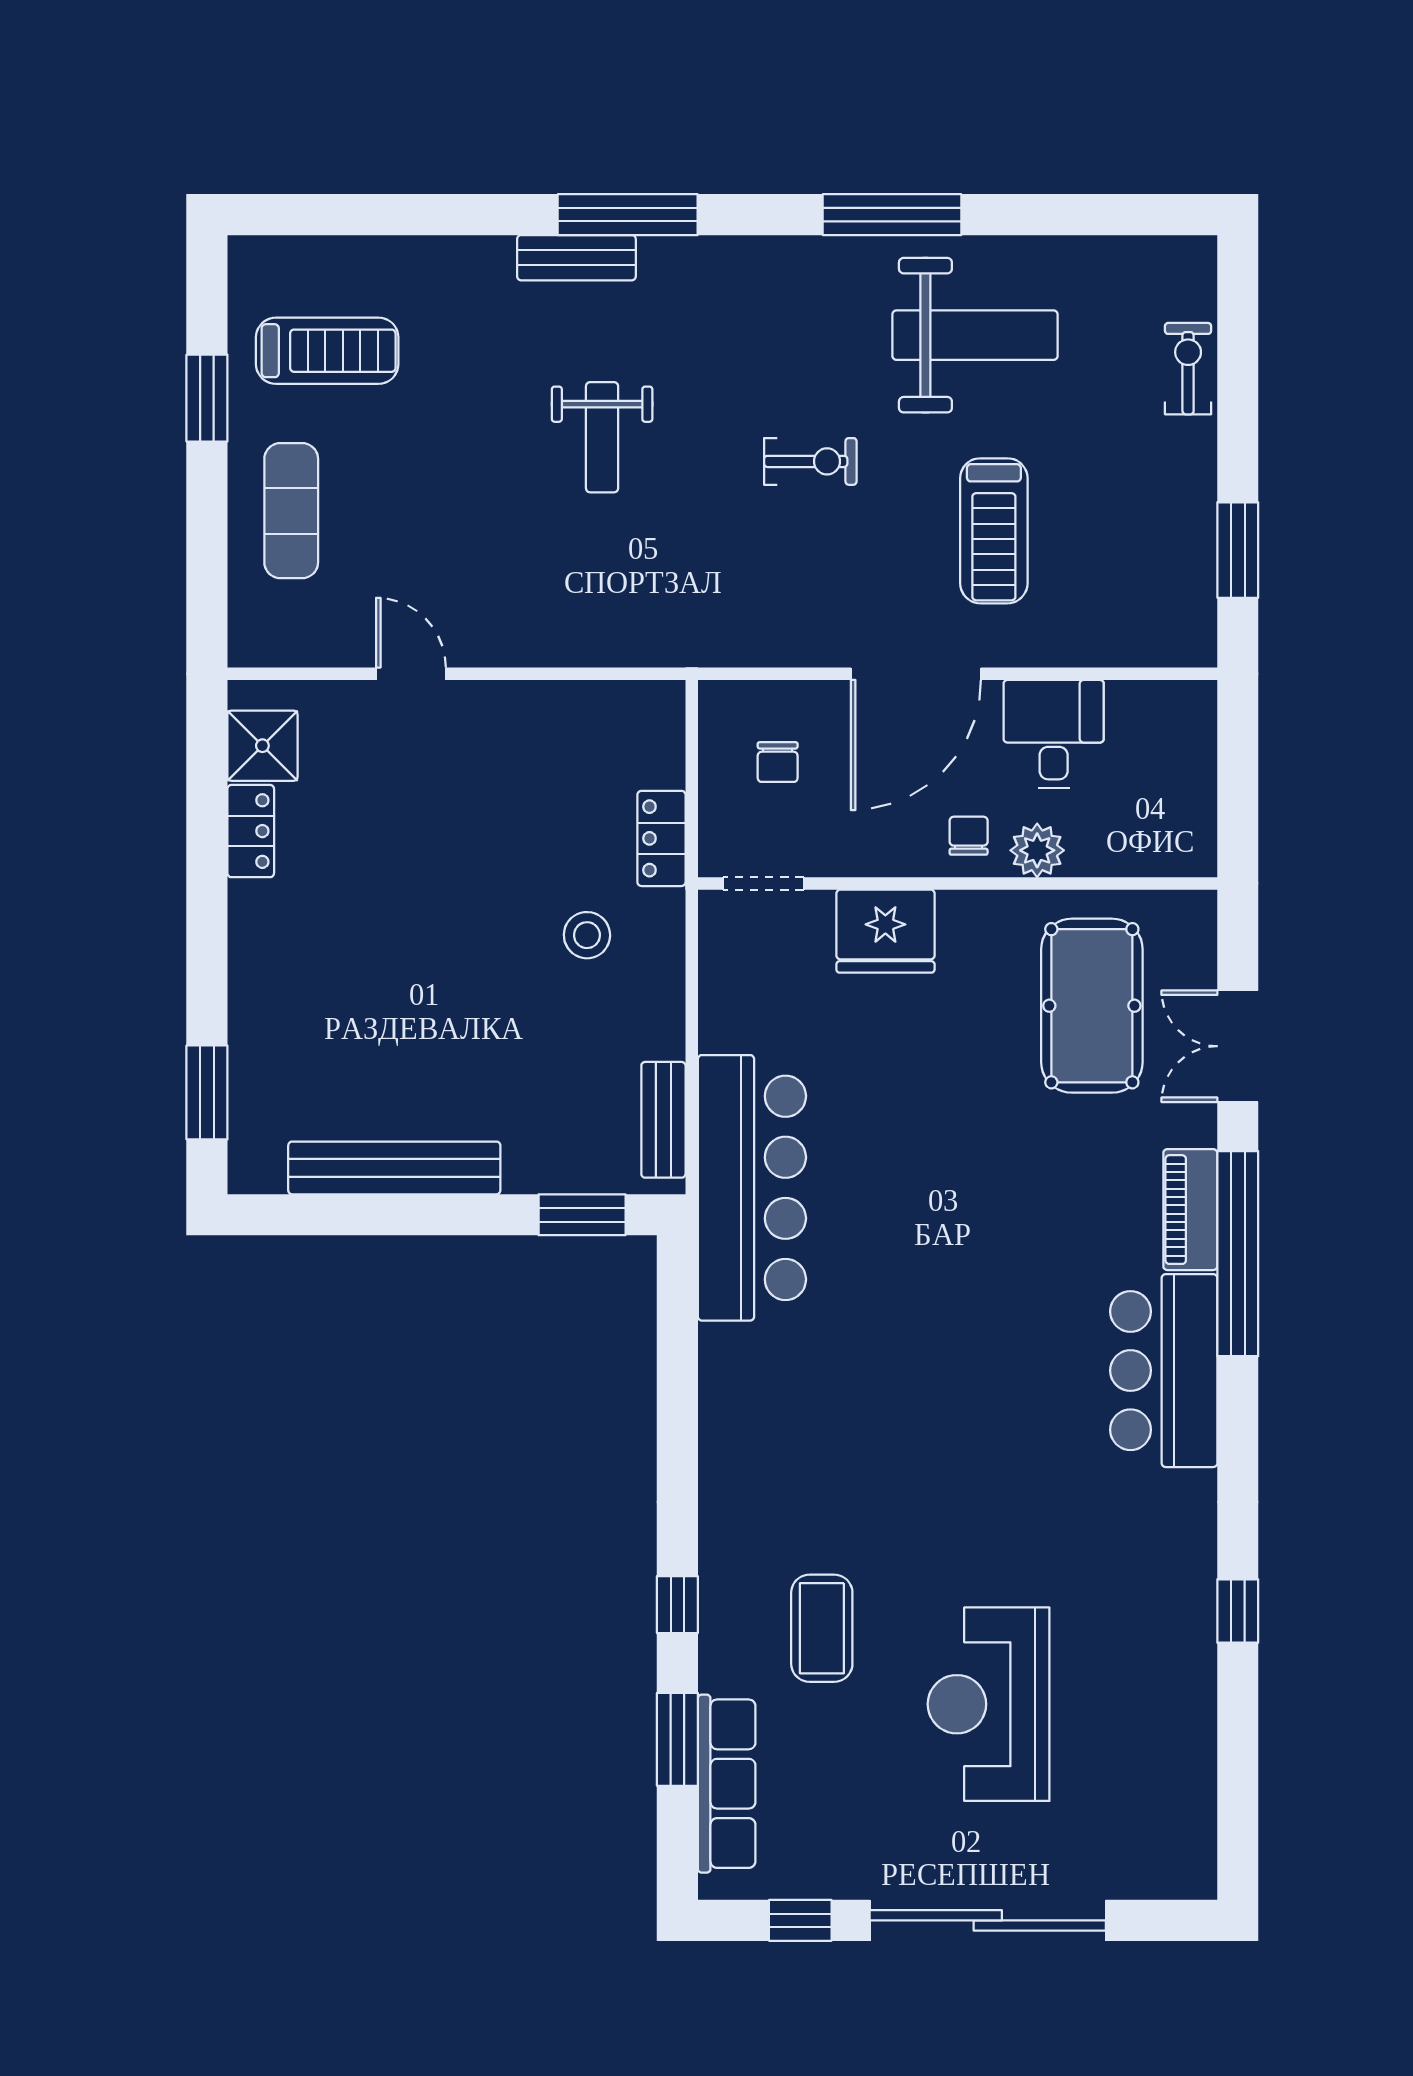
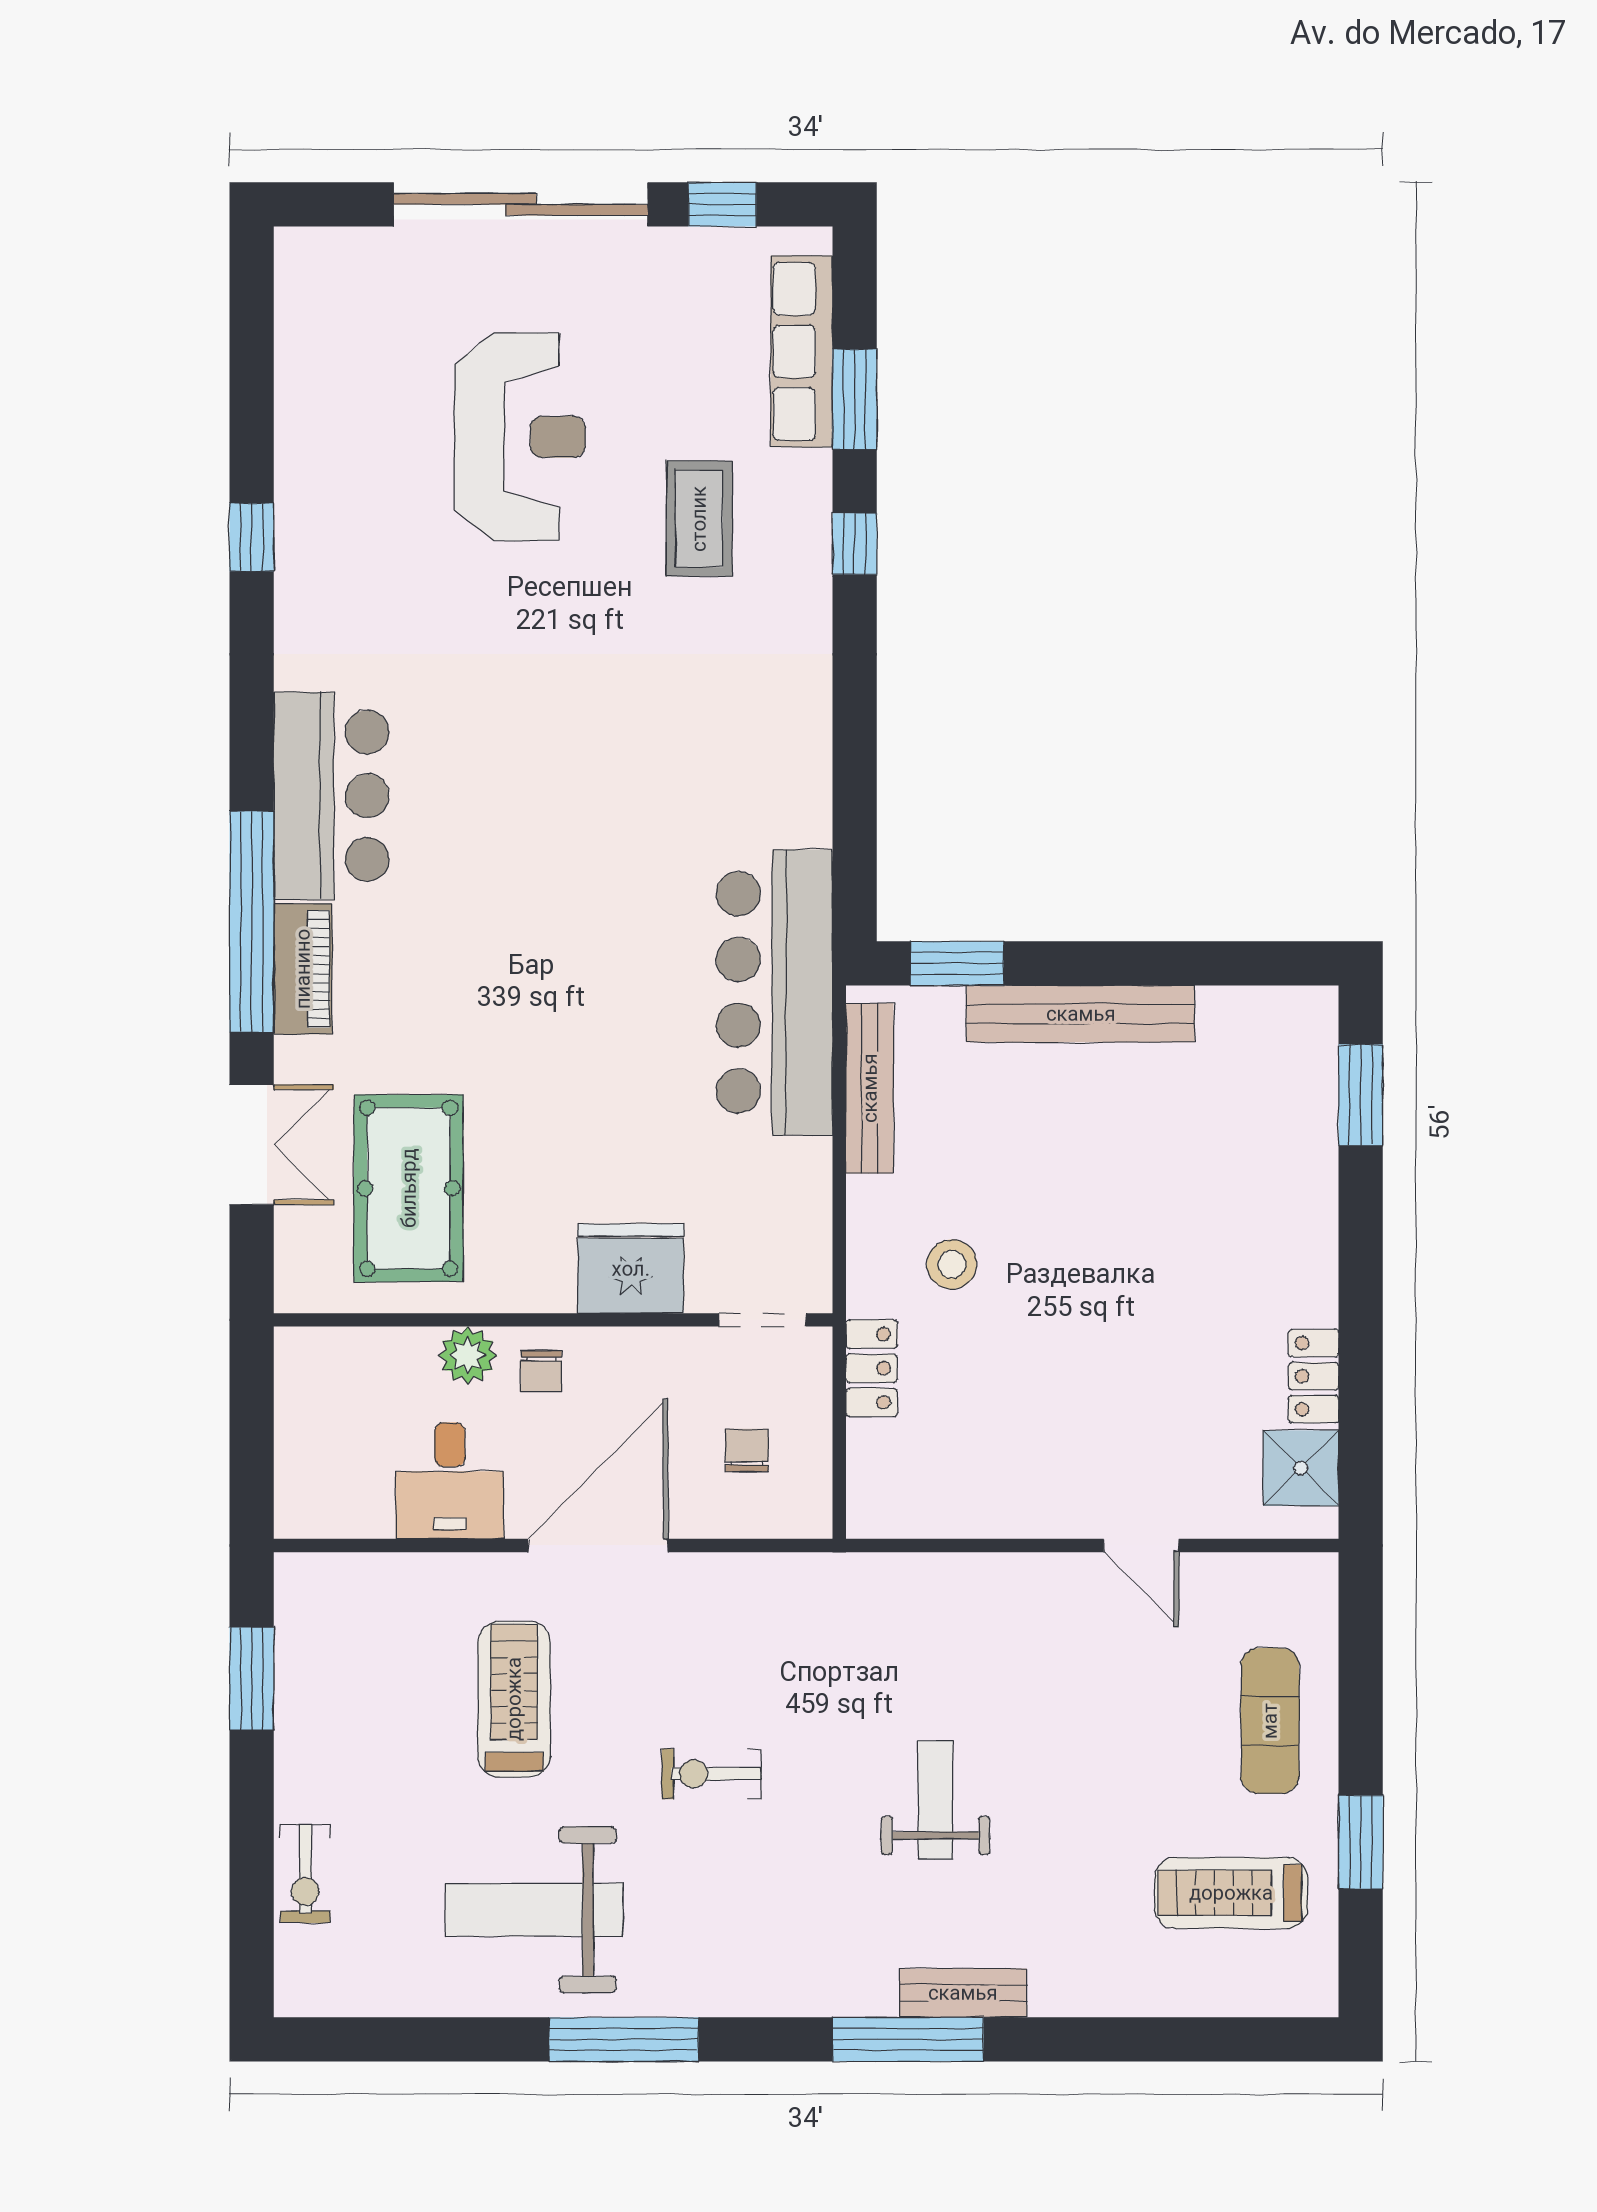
bench: (663, 1120) -> (870, 1088), width x1.36
bench: (394, 1168) -> (1081, 1014), moved

